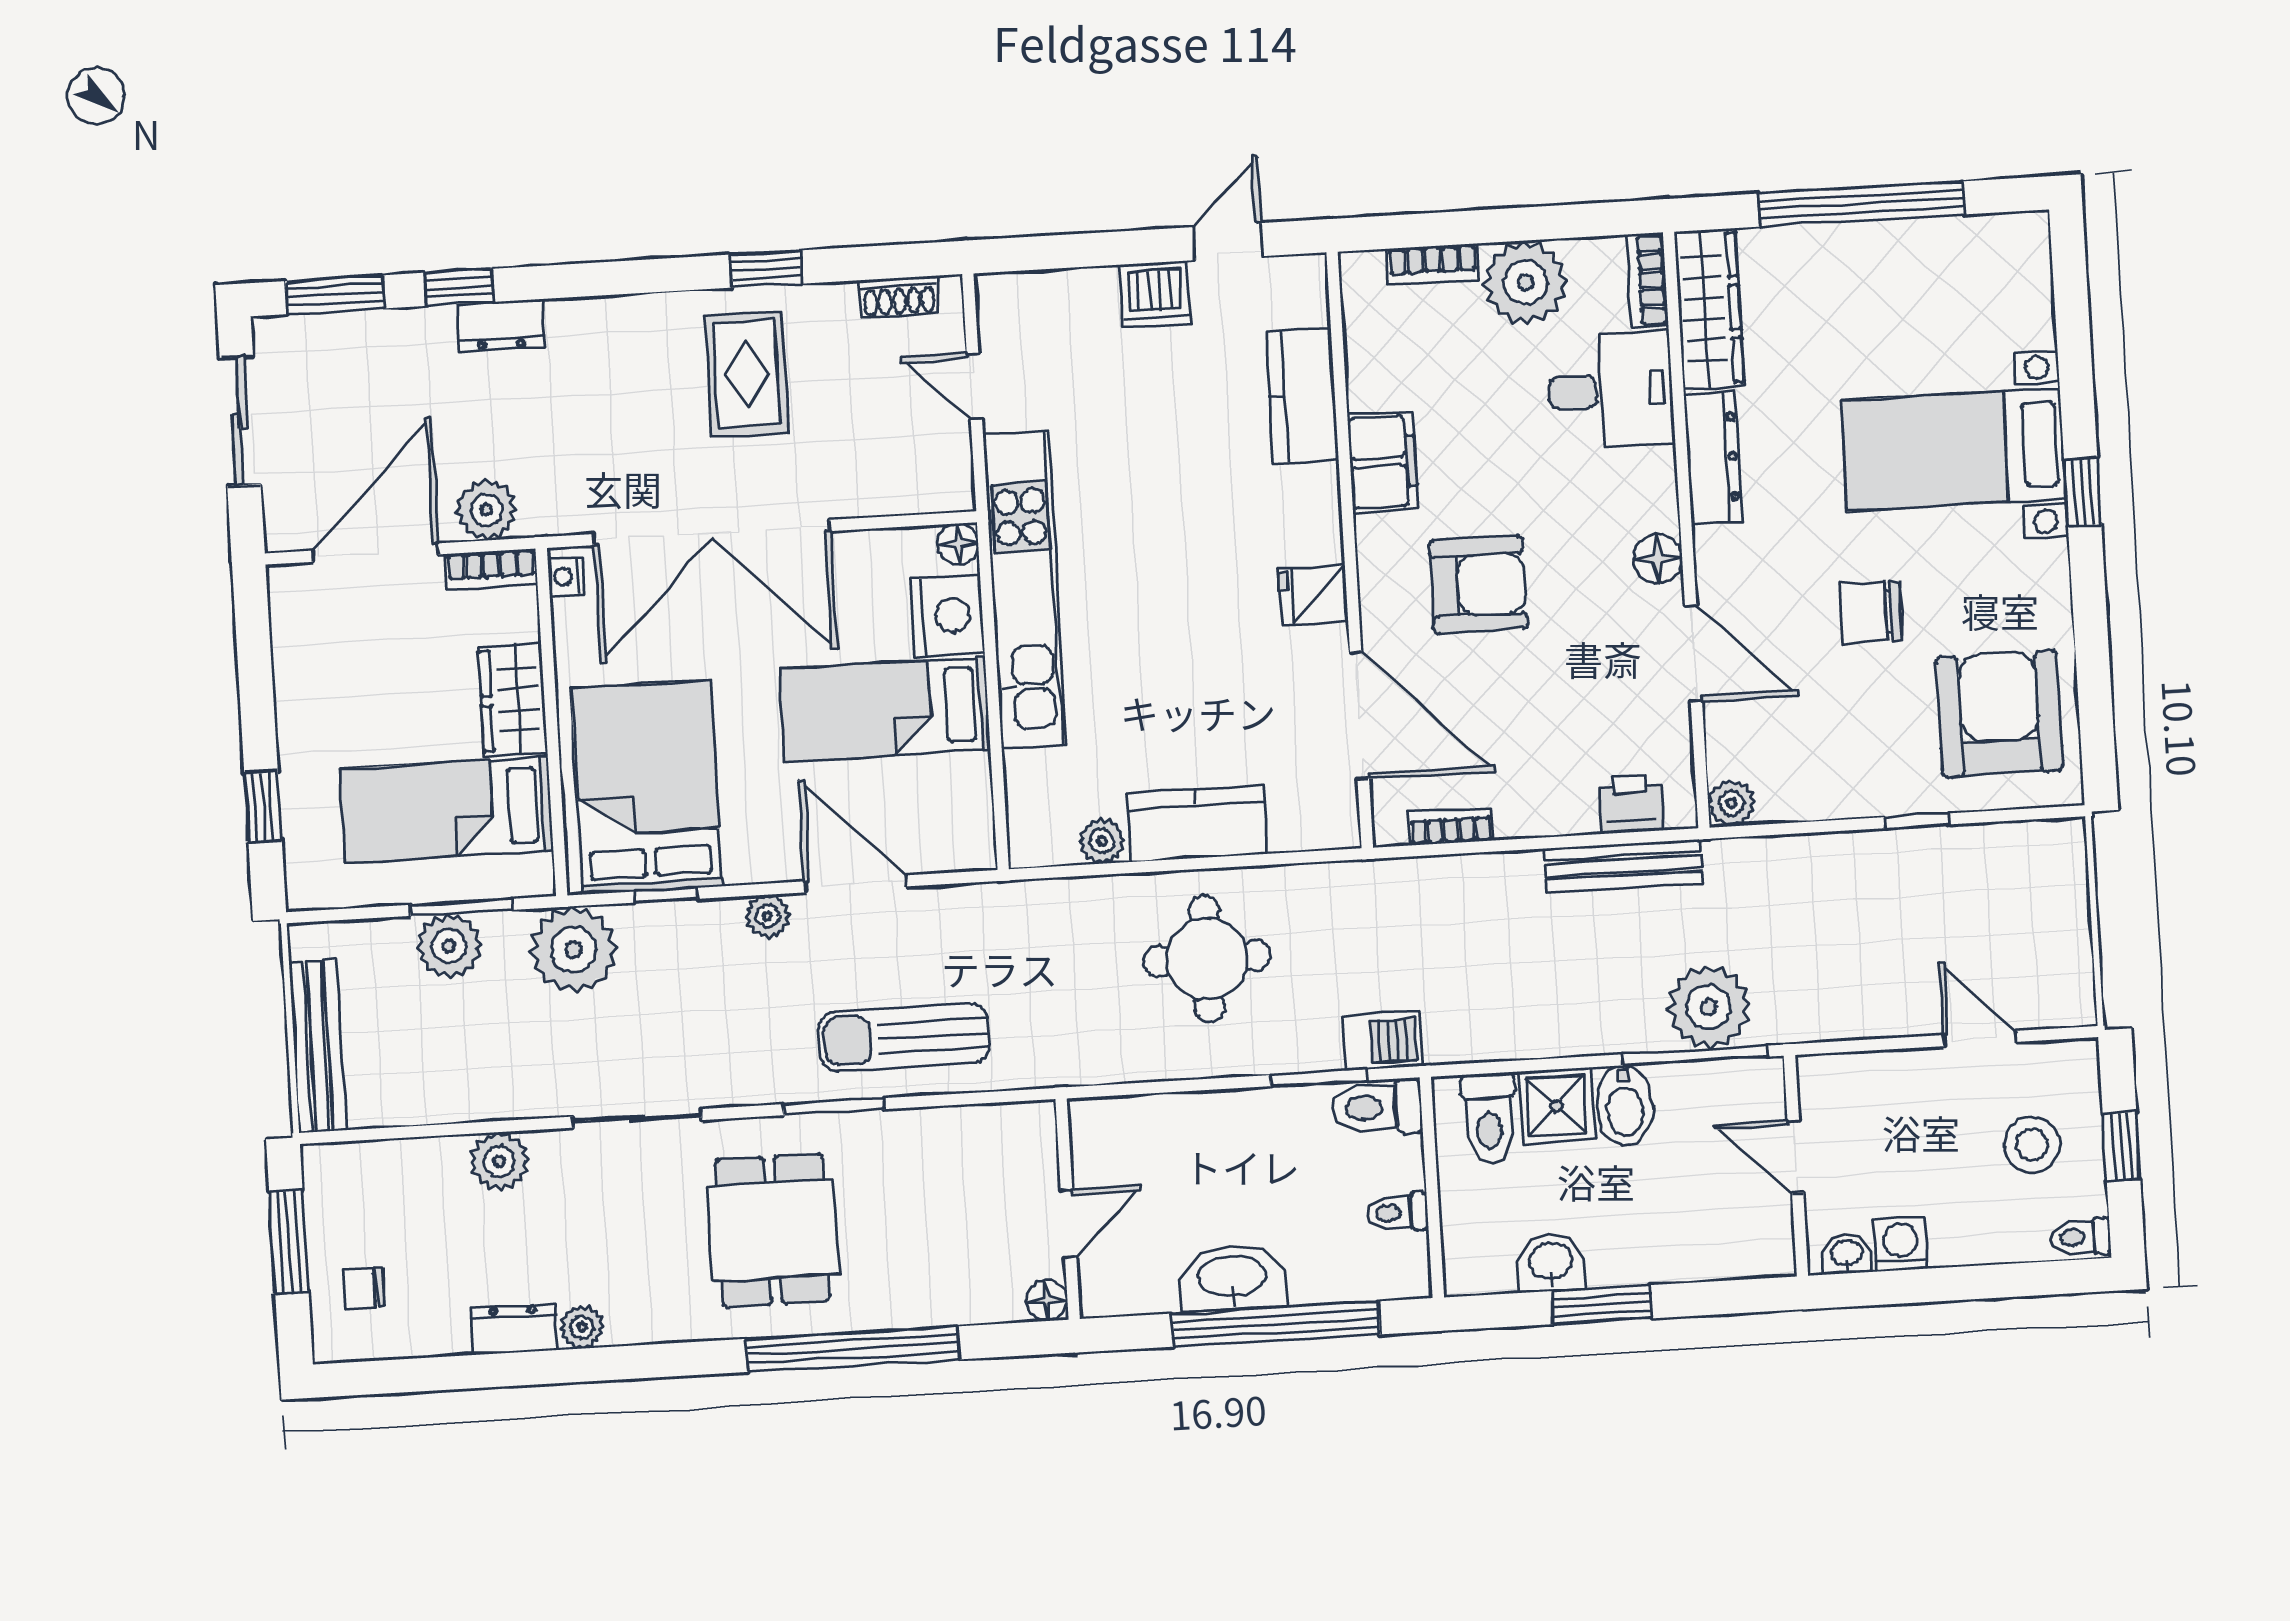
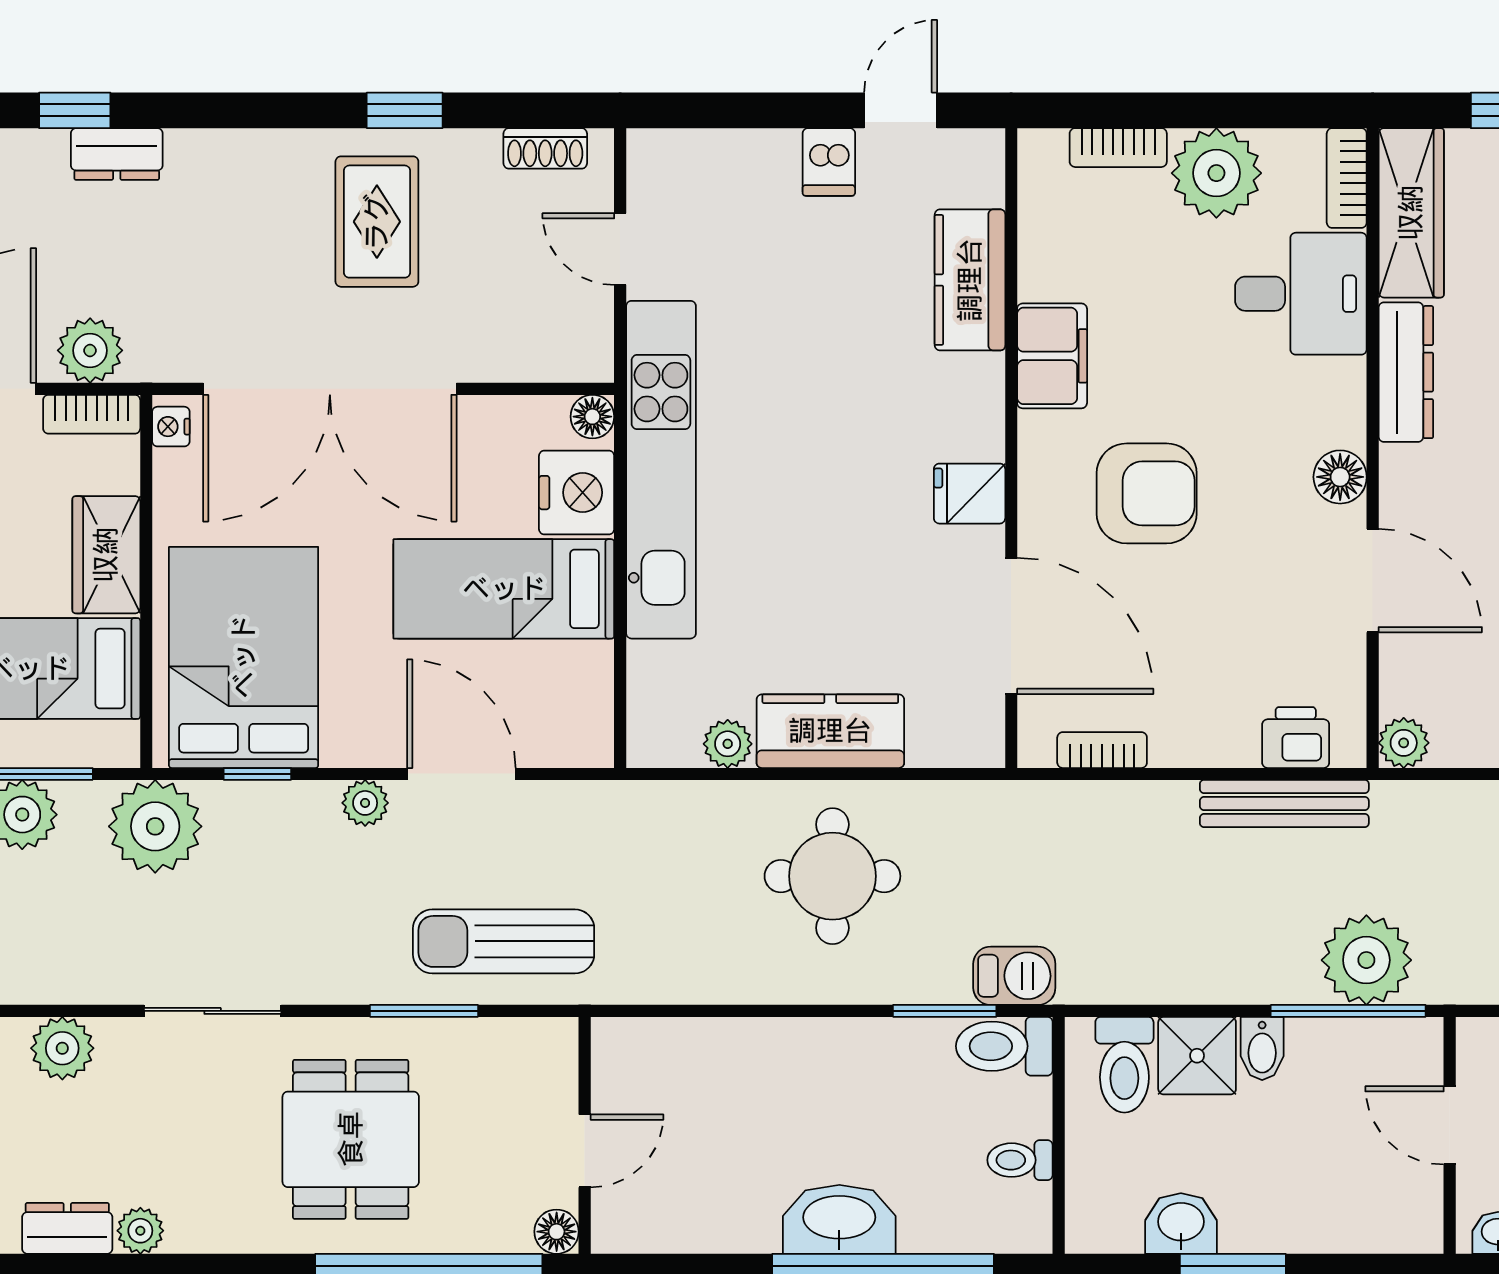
dishwasher: (1155, 294) -> (829, 162), width x0.73
bidet: (1625, 1105) -> (1262, 1048), width x0.72, depth x0.74
wall: (1068, 1209) -> (585, 1135), moved
door: (1069, 1224) -> (585, 1151), moved
floor lamp: (1047, 1300) -> (557, 1232), moved

